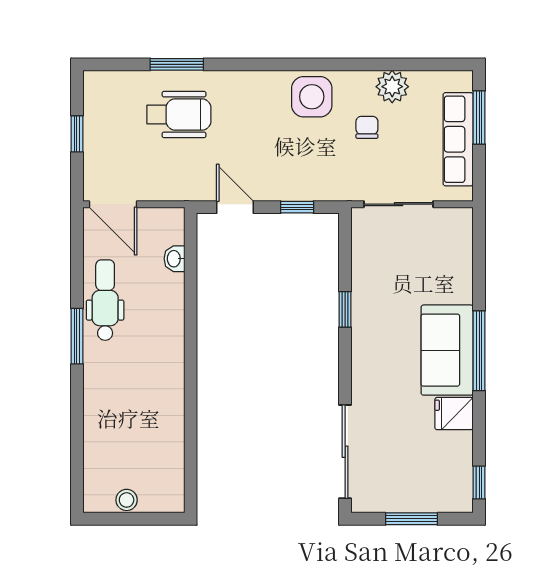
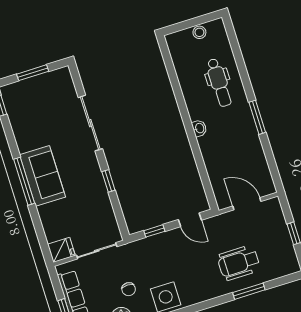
door: (113, 204) -> (247, 204), moved
washbasin: (174, 259) -> (199, 128), moved
dental chair: (105, 300) -> (219, 83), moved
fridge: (454, 414) -> (61, 250), moved
sliding door: (345, 452) -> (90, 123), moved

